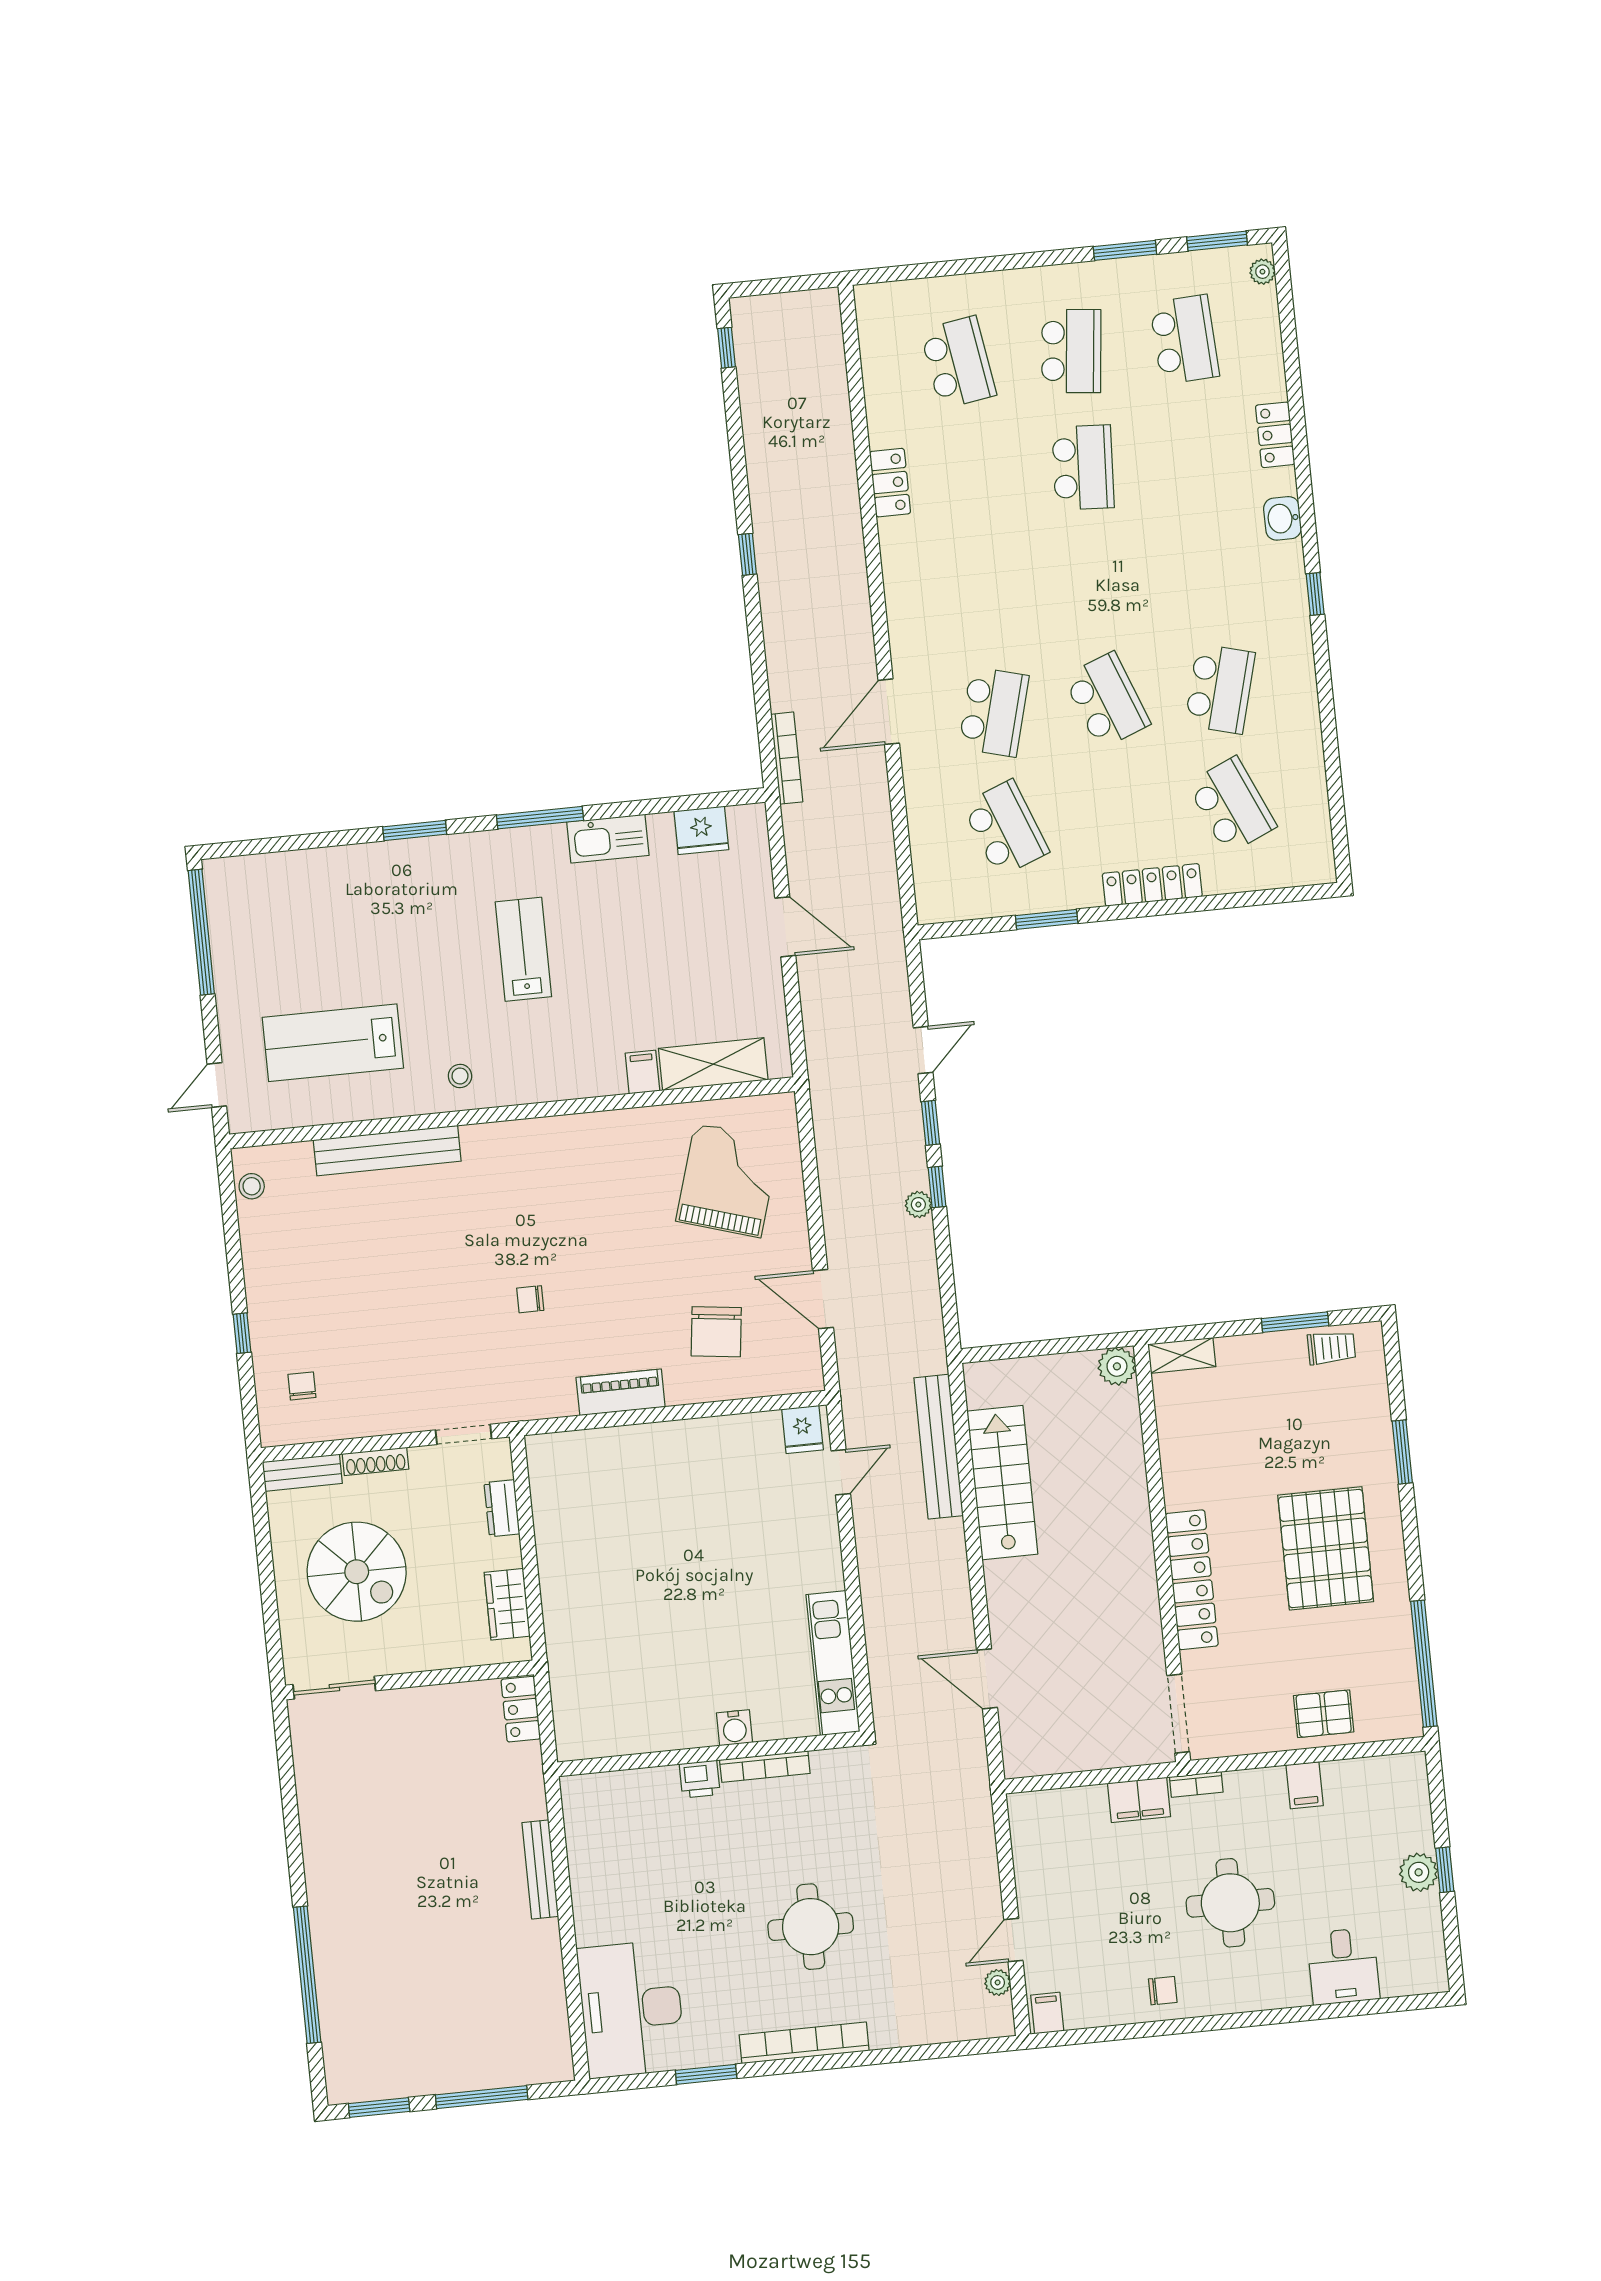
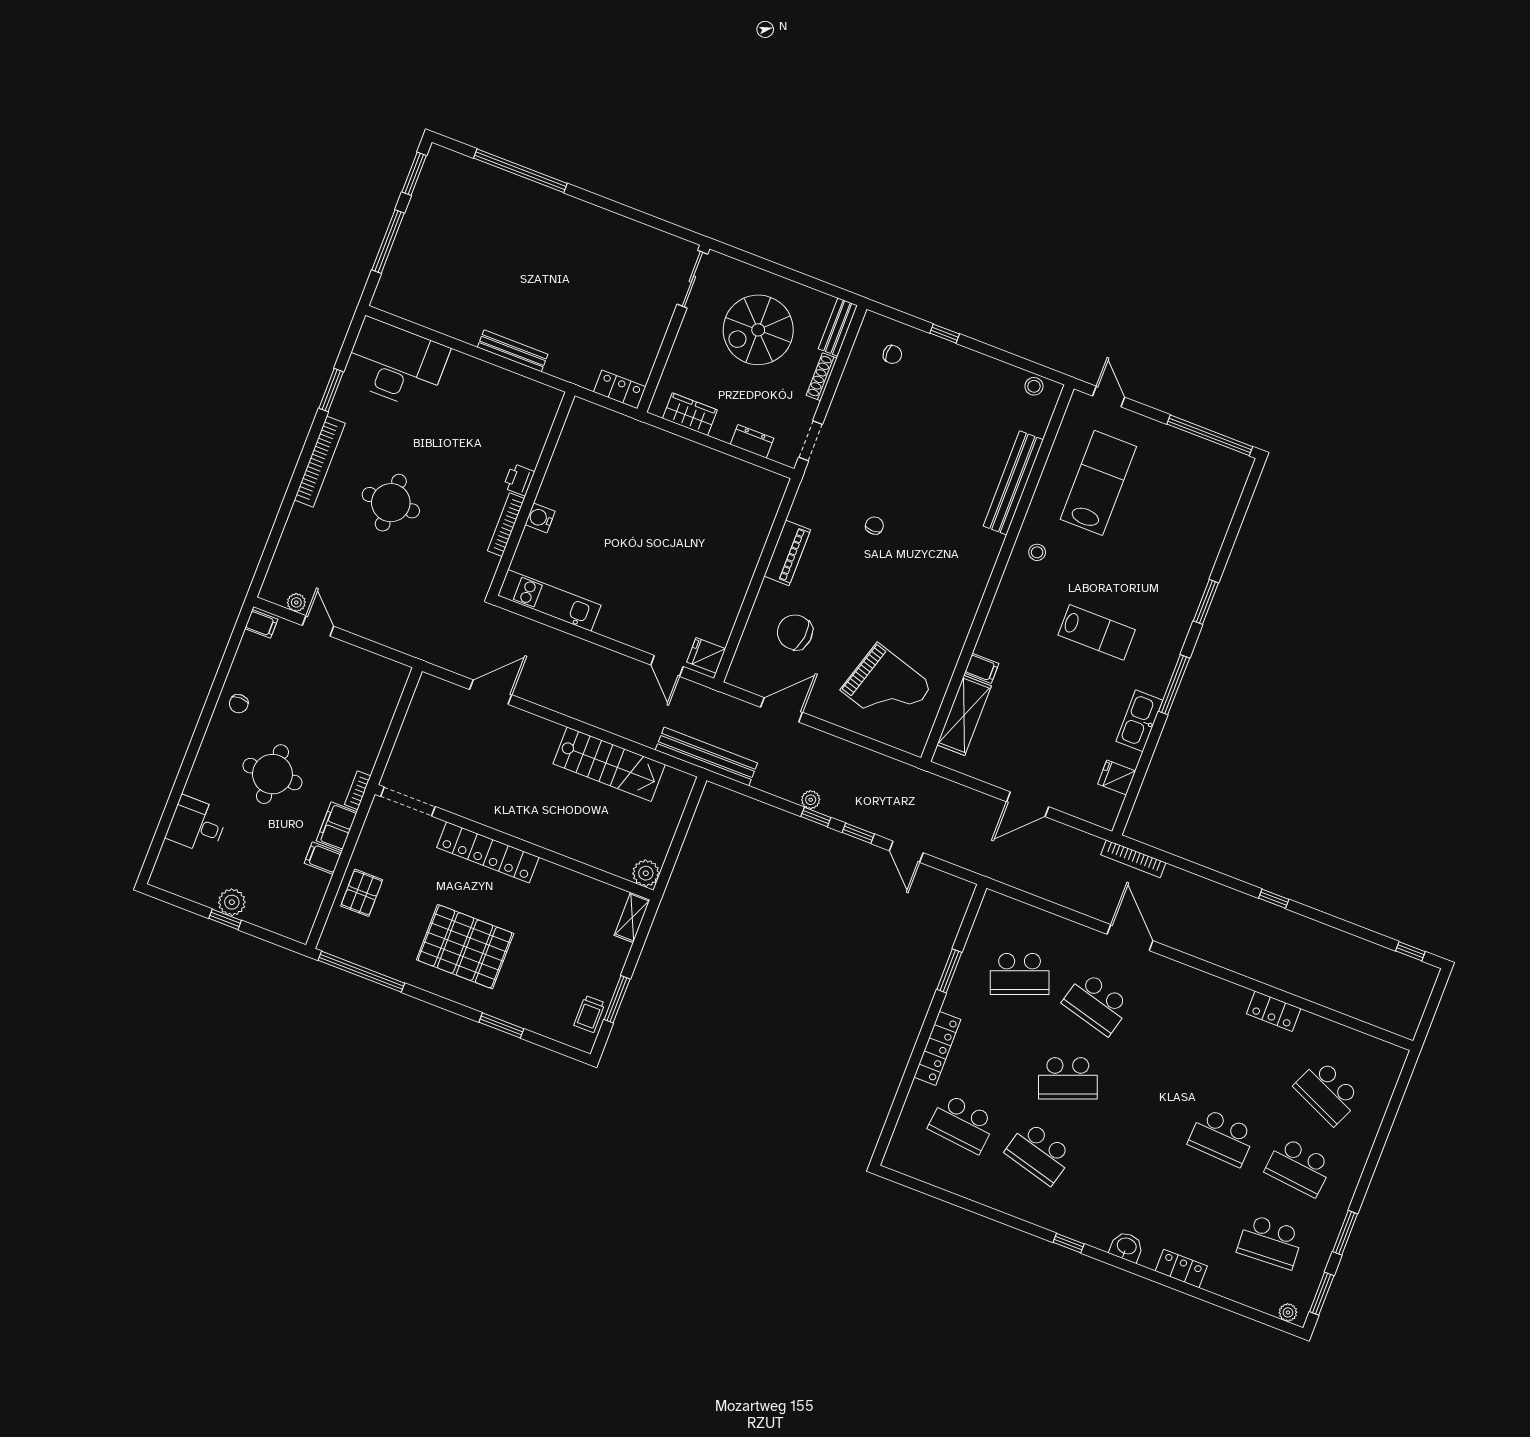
school desk: (958, 362) -> (1328, 1092), turned 33
school desk: (1232, 805) -> (962, 1124), turned 30
fridge: (701, 830) -> (1117, 777), width x0.72
bench: (939, 1447) -> (706, 756), moved
filing cabinet: (1139, 1800) -> (337, 826), moved

